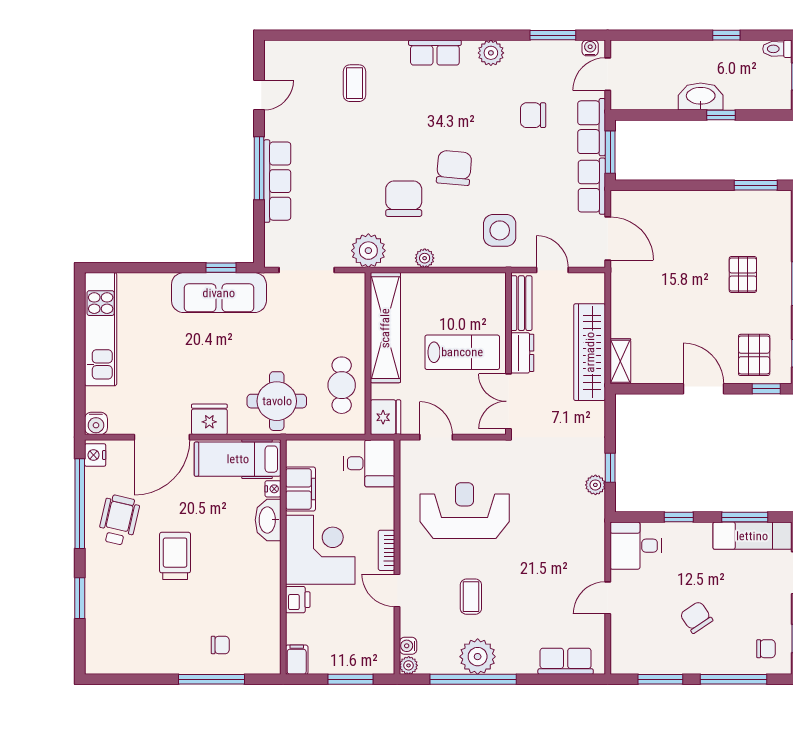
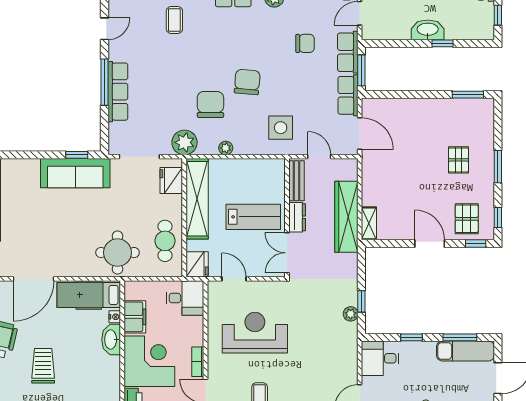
chair: (533, 115) -> (305, 43), turned 180
fridge: (209, 419) -> (171, 181), moved, turned -90

